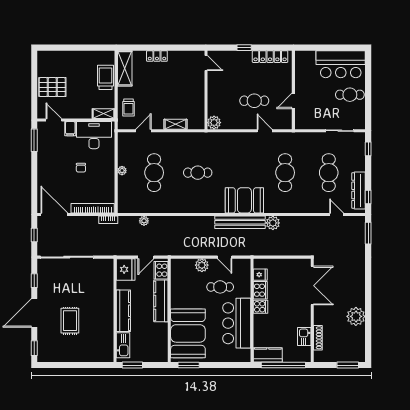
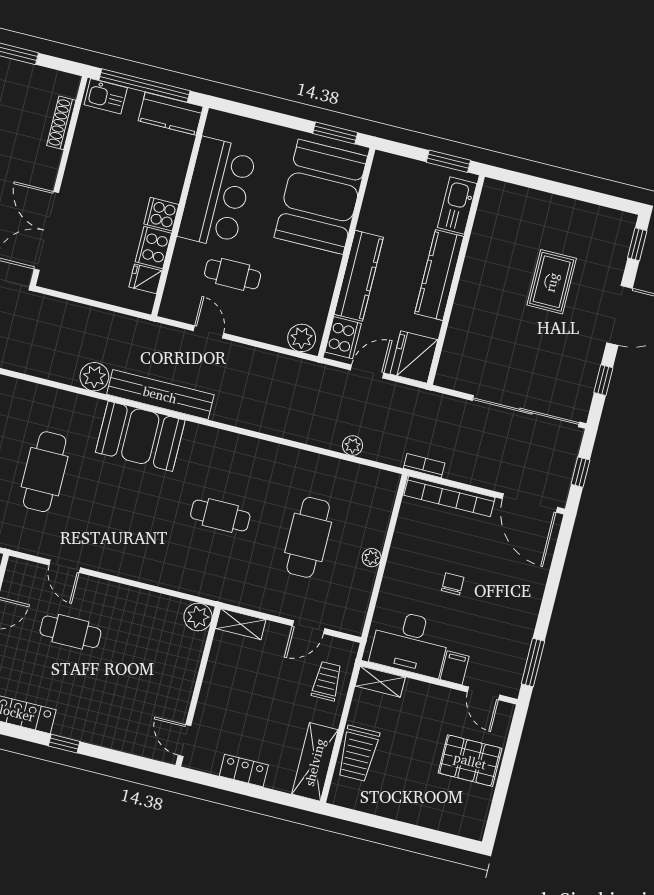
door: (206, 63) -> (184, 741), moved
wall: (206, 90) -> (198, 687), moved
plant: (214, 123) -> (198, 617), moved
plant: (202, 265) -> (302, 338), moved
kitchen sink: (304, 337) -> (106, 96), moved, turned 90

